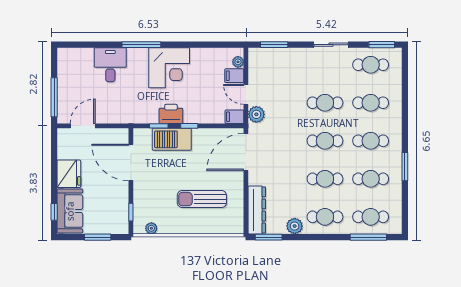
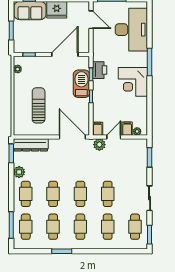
desk: (110, 65) -> (131, 30), width x1.87, depth x1.30
printer: (171, 114) -> (100, 70), moved

